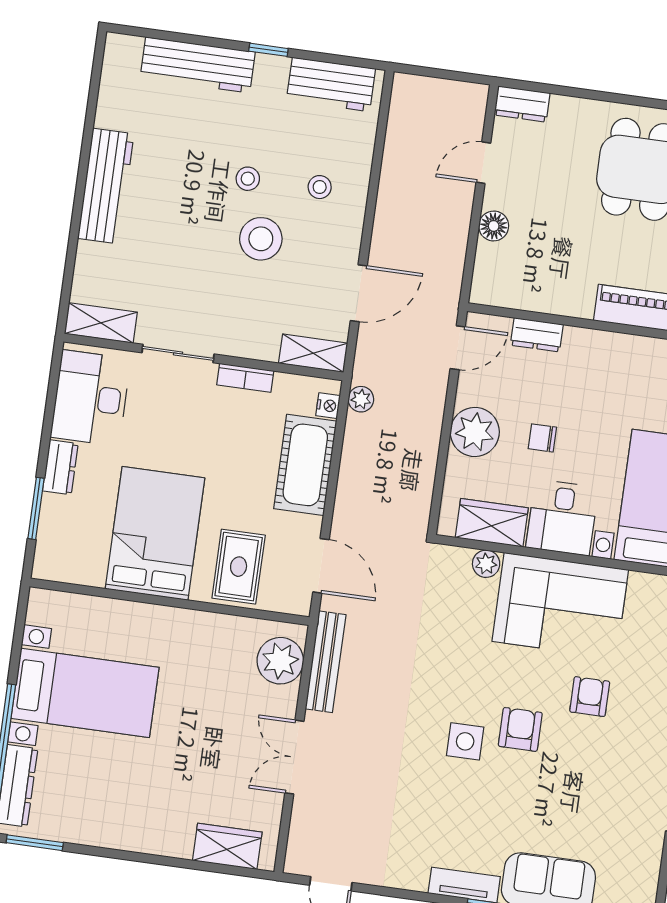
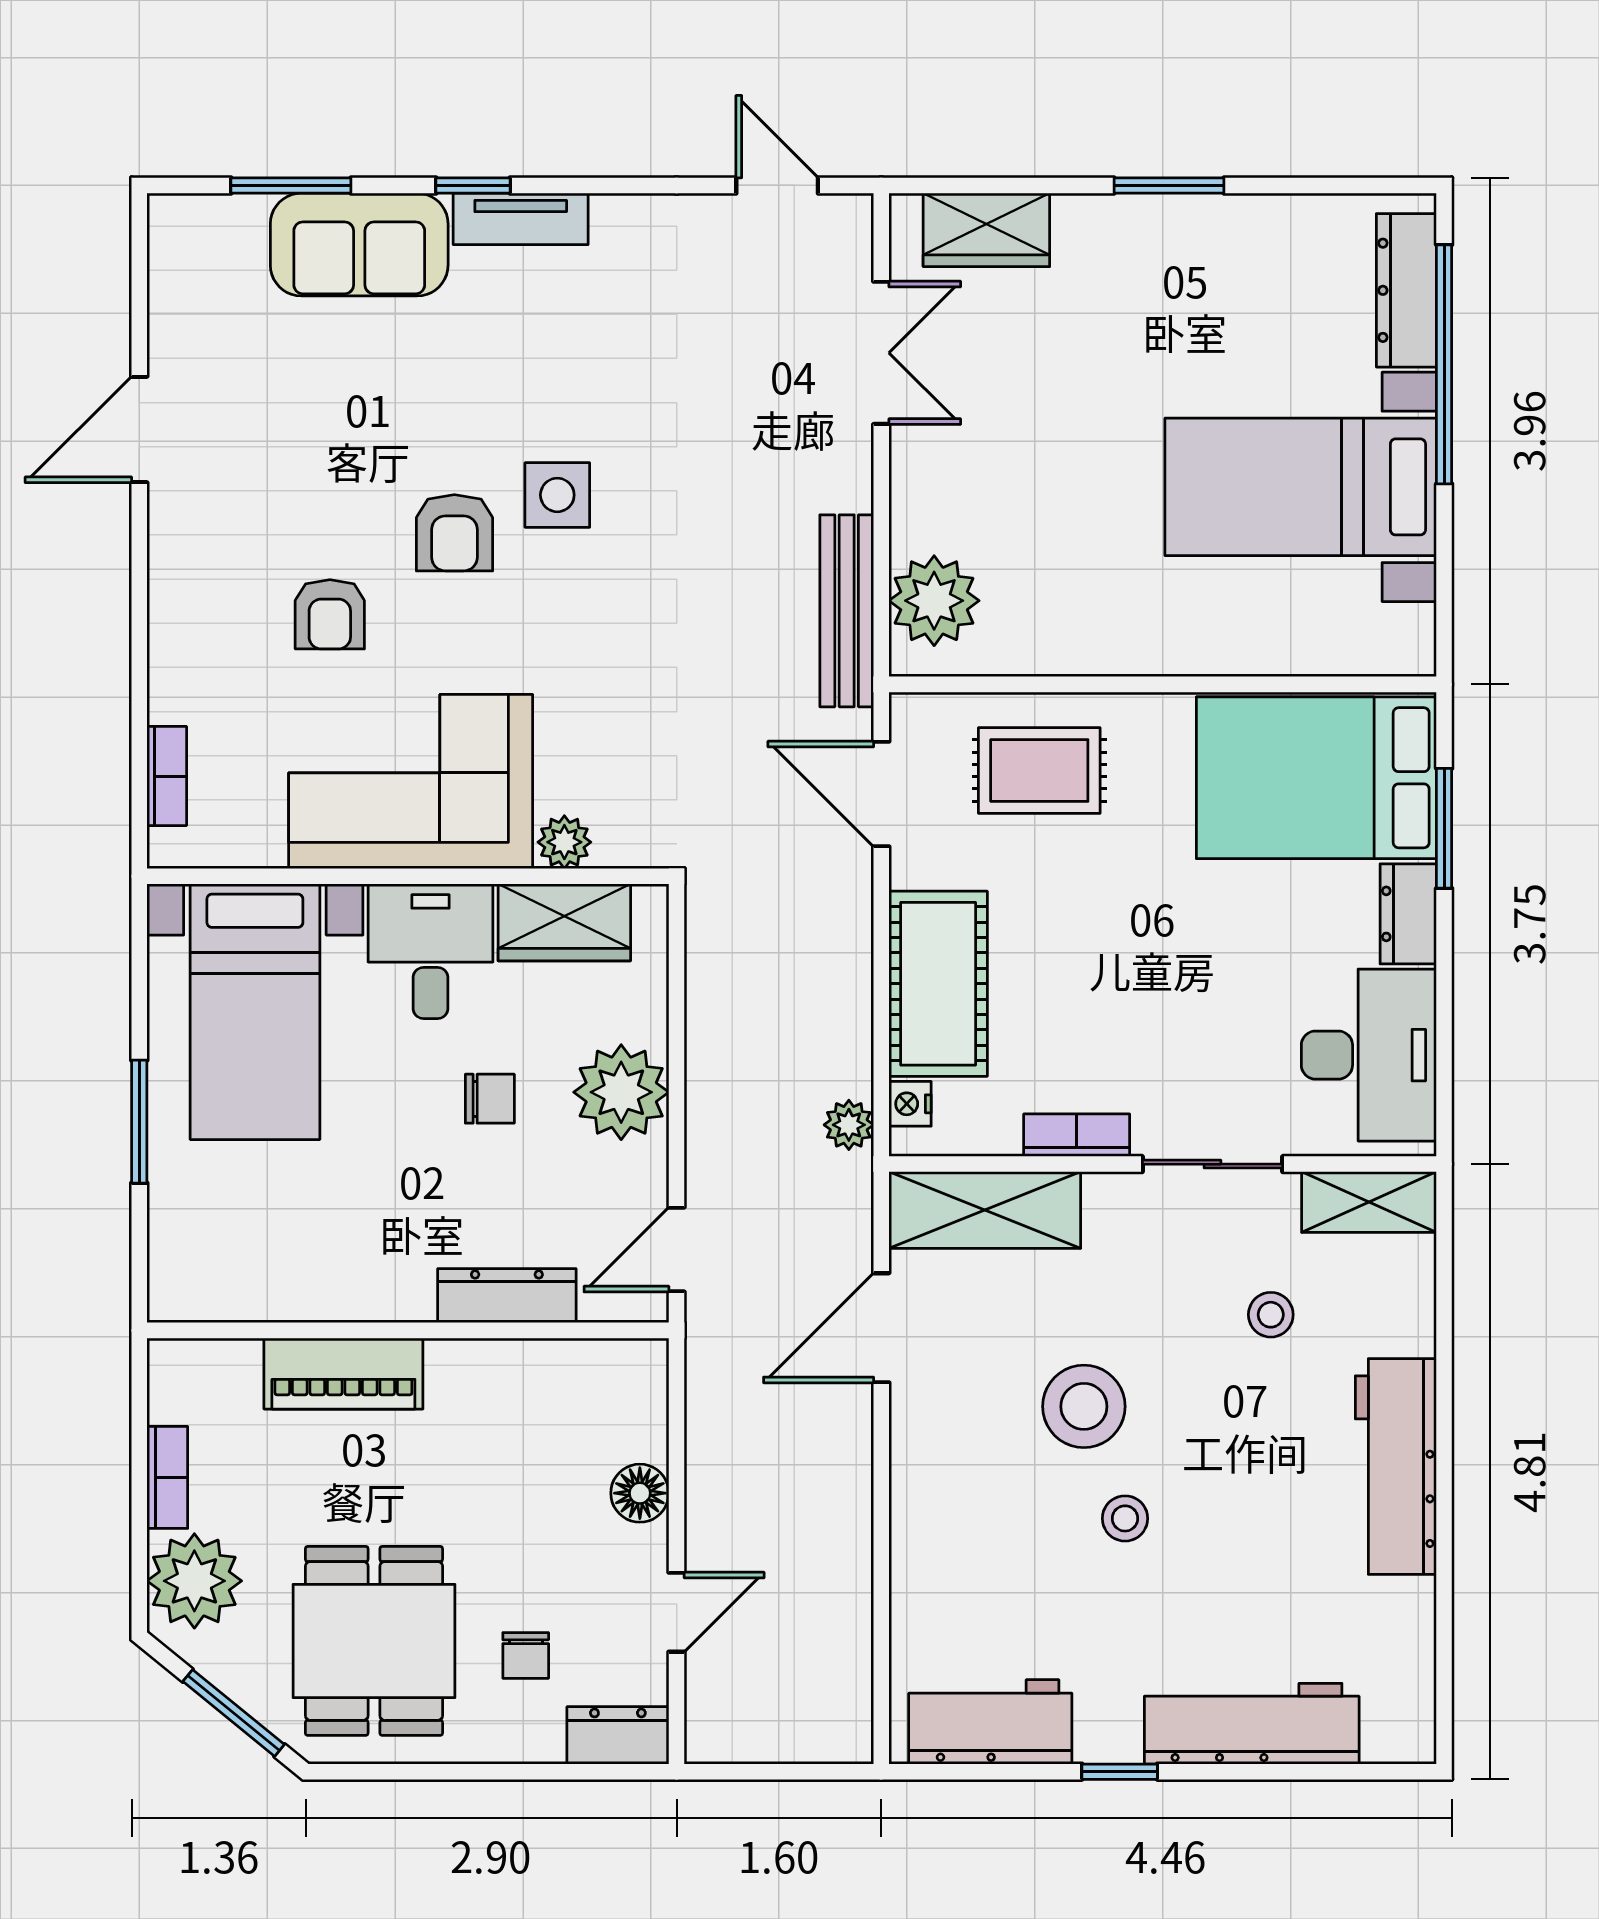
chair: (563, 151) -> (526, 1655), added
stool: (320, 187) -> (1271, 1315), moved
dresser: (537, 335) -> (507, 1296), width x1.44
shelving: (313, 353) -> (985, 1210), width x1.50, depth x1.33
bed: (155, 533) -> (1316, 778), moved, turned 90
rug: (239, 567) -> (1039, 770), turned 90
double door: (294, 757) -> (881, 353), moved
window: (35, 843) -> (1169, 185), moved

